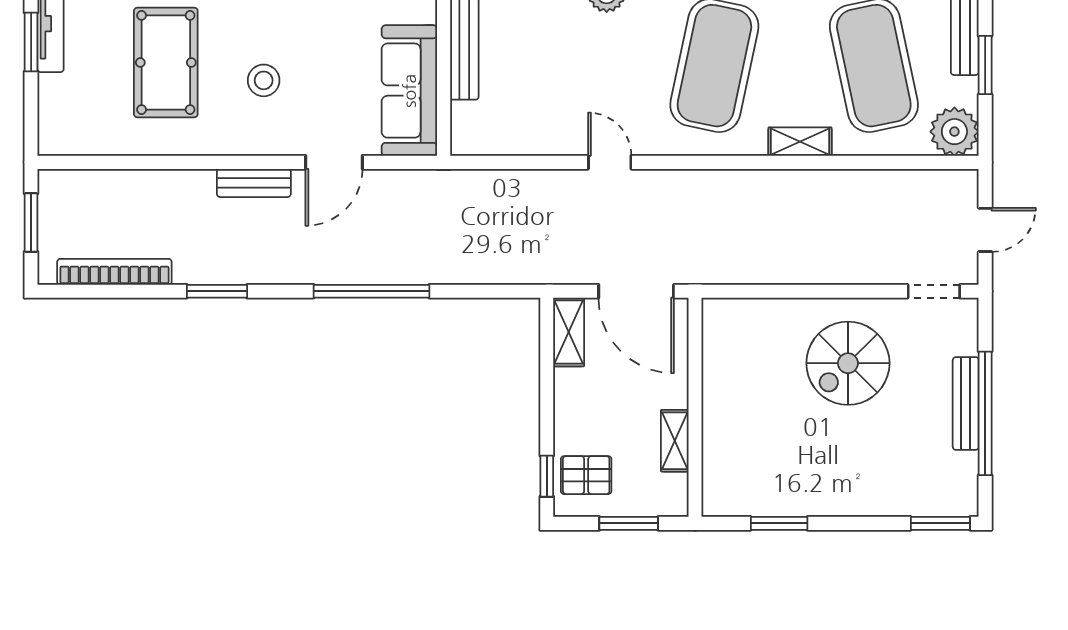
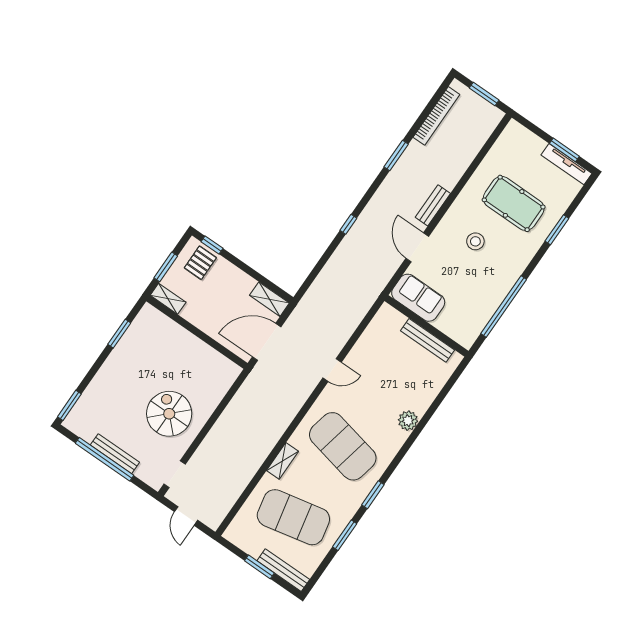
sofa: (409, 91) -> (418, 298), width x0.73
plant: (954, 132) -> (239, 533), removed
window: (371, 291) -> (348, 224), width x0.32
shelving: (675, 441) -> (168, 299), moved

